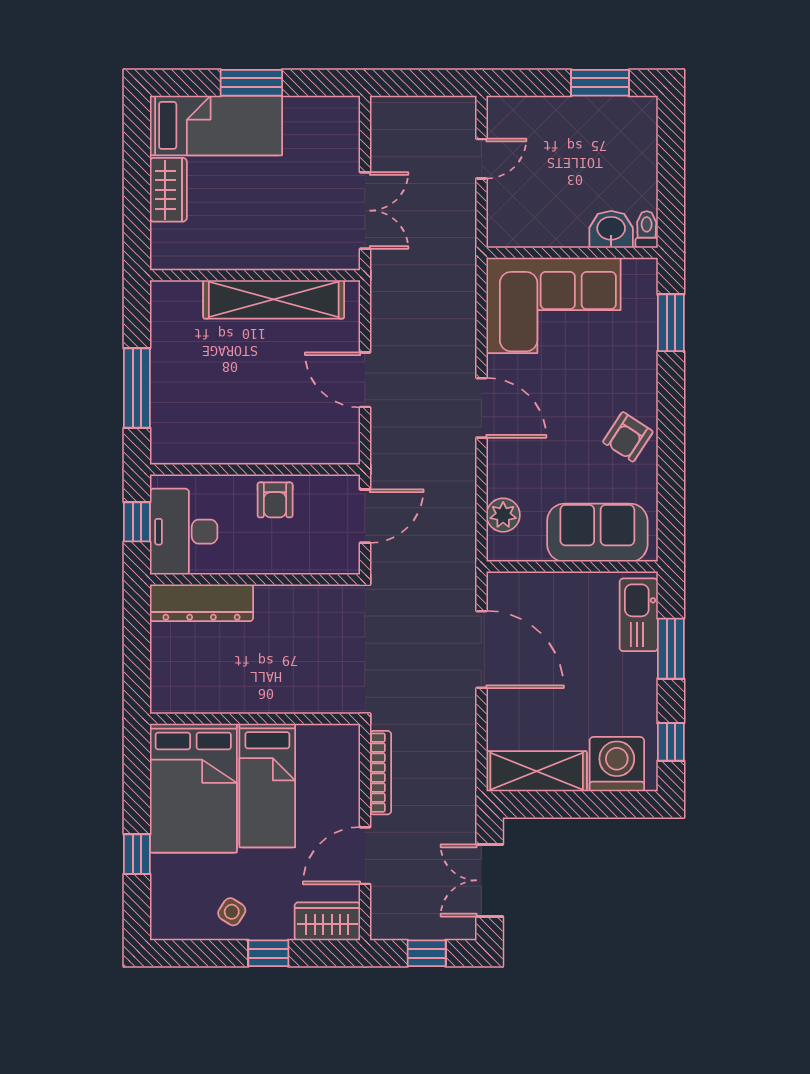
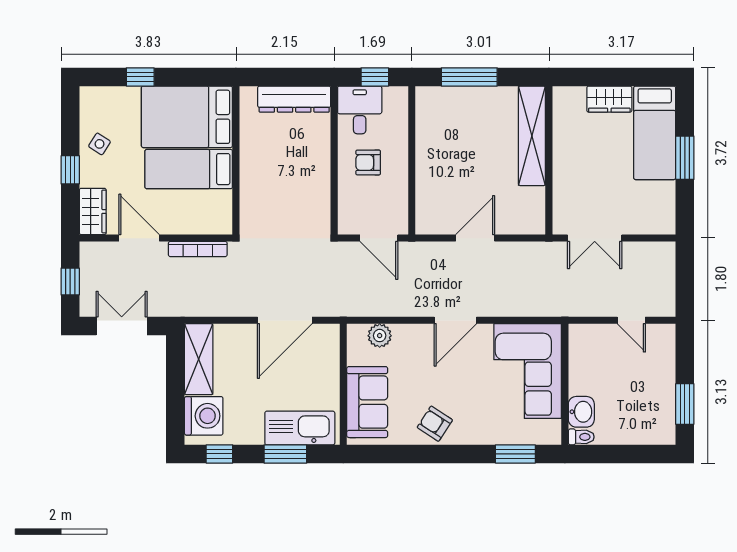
shelving: (274, 299) -> (532, 136), moved
armchair: (275, 500) -> (368, 162), moved
desk: (184, 532) -> (360, 110), width x0.73
dresser: (201, 603) -> (294, 99), moved, turned -90
kitchen sink: (639, 615) -> (300, 428), width x1.36, depth x1.24

